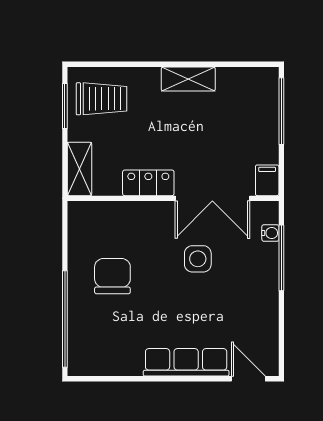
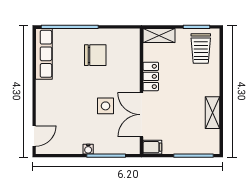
shelving: (188, 79) -> (213, 113), moved
water cooler: (270, 233) -> (88, 149), moved
row of seats: (186, 362) -> (44, 54), moved

